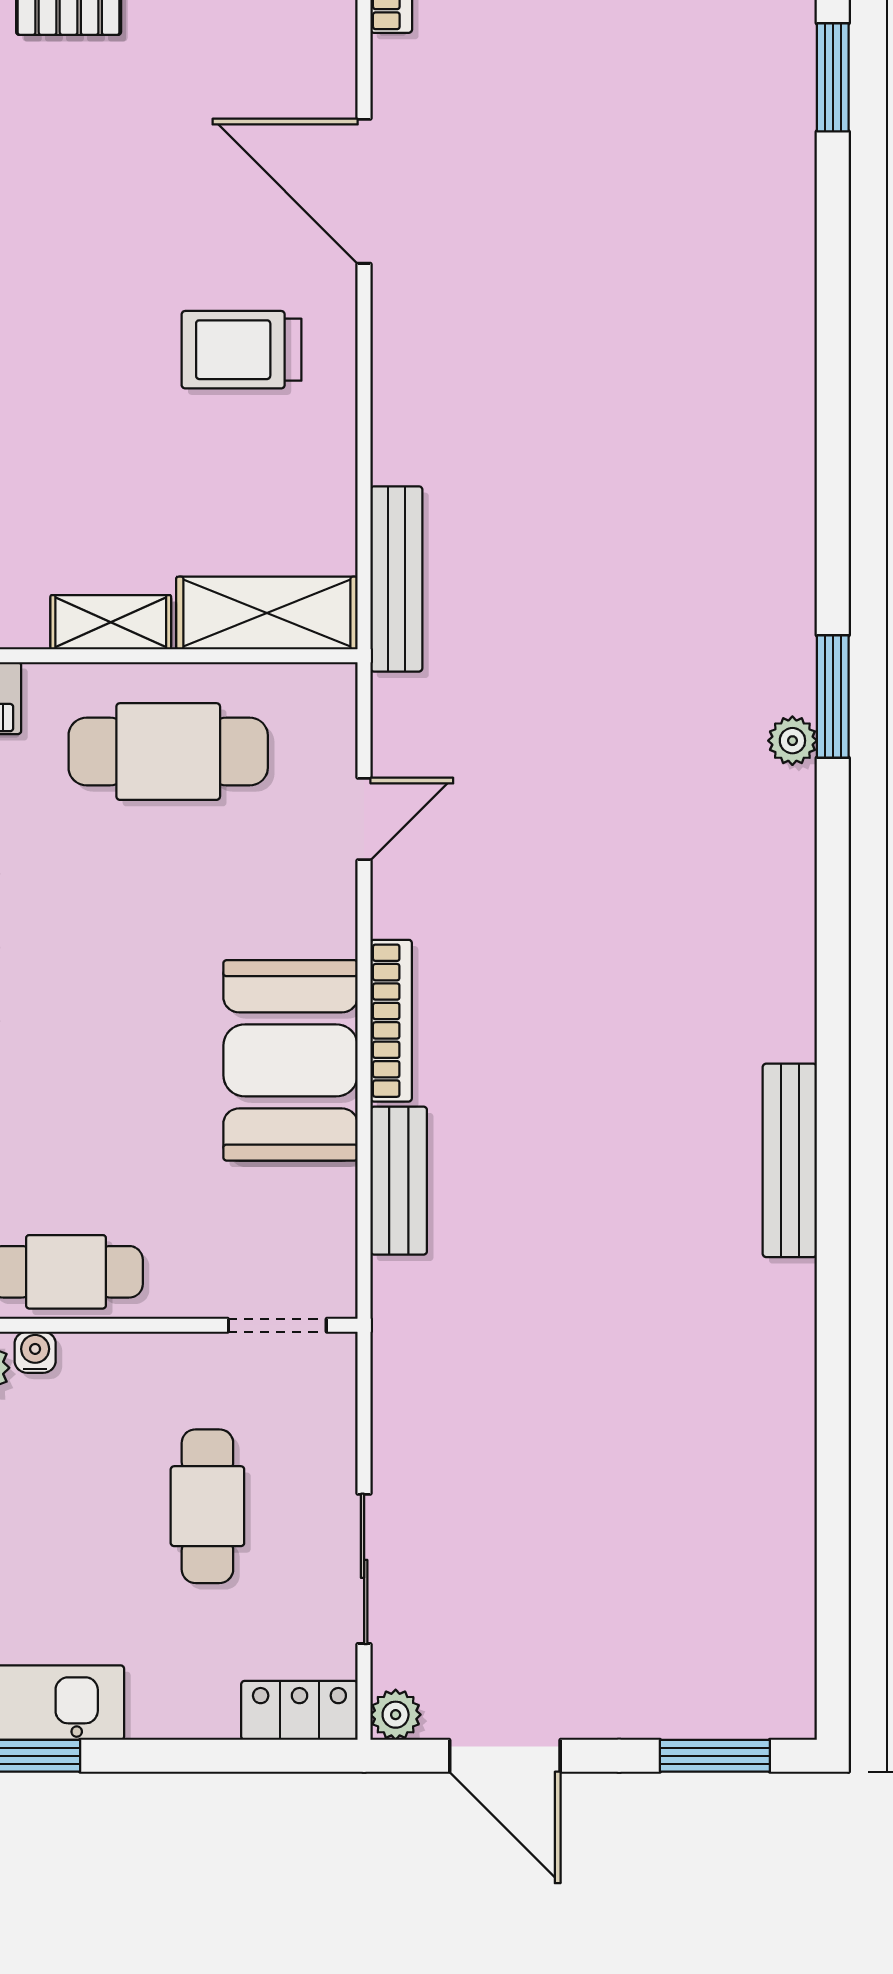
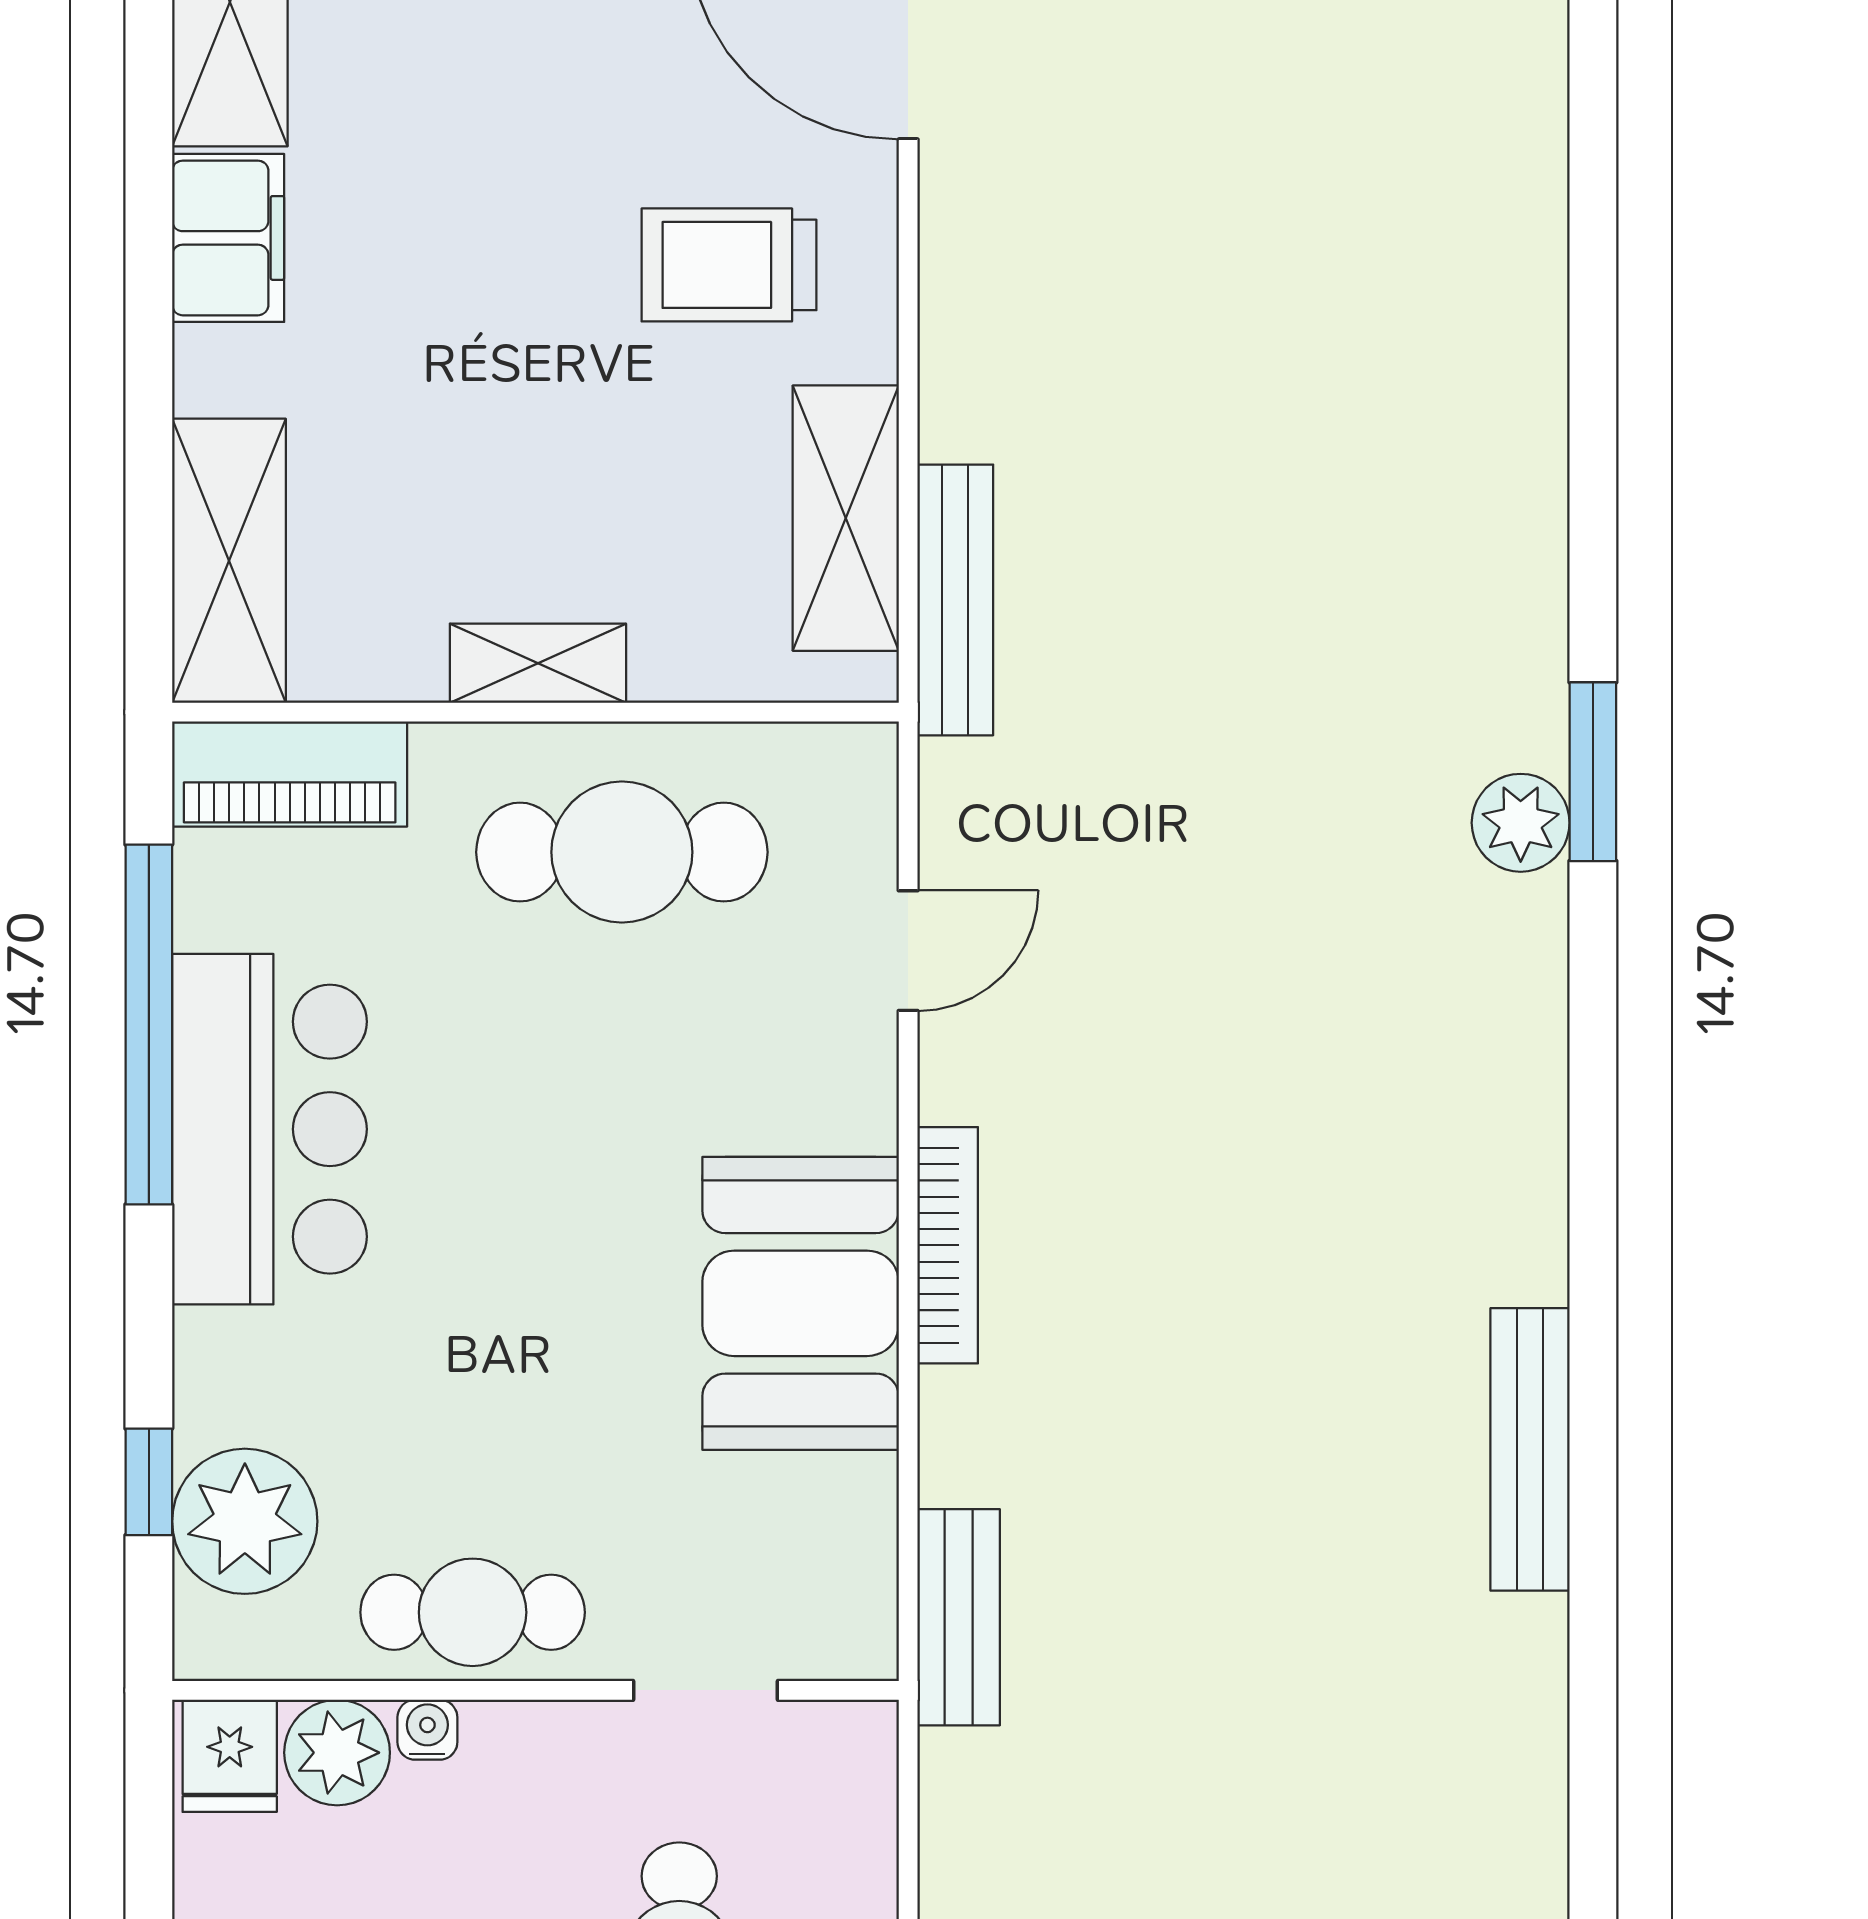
shelving: (267, 613) -> (846, 518), moved, turned 90
plant: (792, 741) -> (1521, 823), width x1.38, depth x1.38
bench: (399, 1181) -> (959, 1617), moved
doorway: (277, 1325) -> (705, 1690), moved

